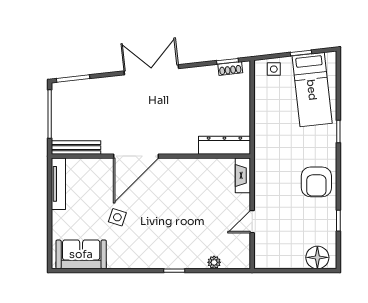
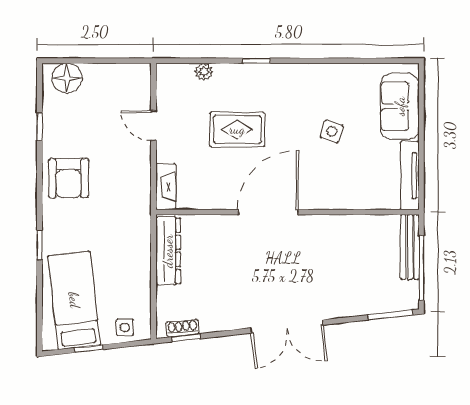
dresser: (224, 145) -> (168, 251), moved, turned -90
bench: (76, 148) -> (410, 247), moved, turned 90
door: (136, 156) -> (268, 212), moved
armchair: (316, 182) -> (68, 178), turned 180
rug: (189, 219) -> (237, 129), added
door: (252, 222) -> (154, 126), swing flipped
sofa: (81, 254) -> (400, 106), moved, turned 90

